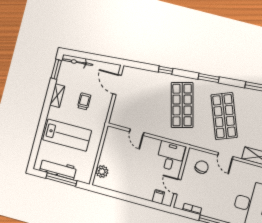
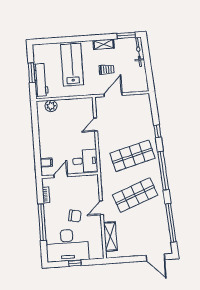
window: (209, 78) -> (163, 171), width x2.11
door: (117, 85) -> (113, 95), moved
lab bench: (67, 135) -> (72, 65), turned 180
chair: (202, 167) -> (75, 216), moved
workbench: (58, 169) -> (41, 80), moved
window: (61, 180) -> (32, 73), width x0.69

